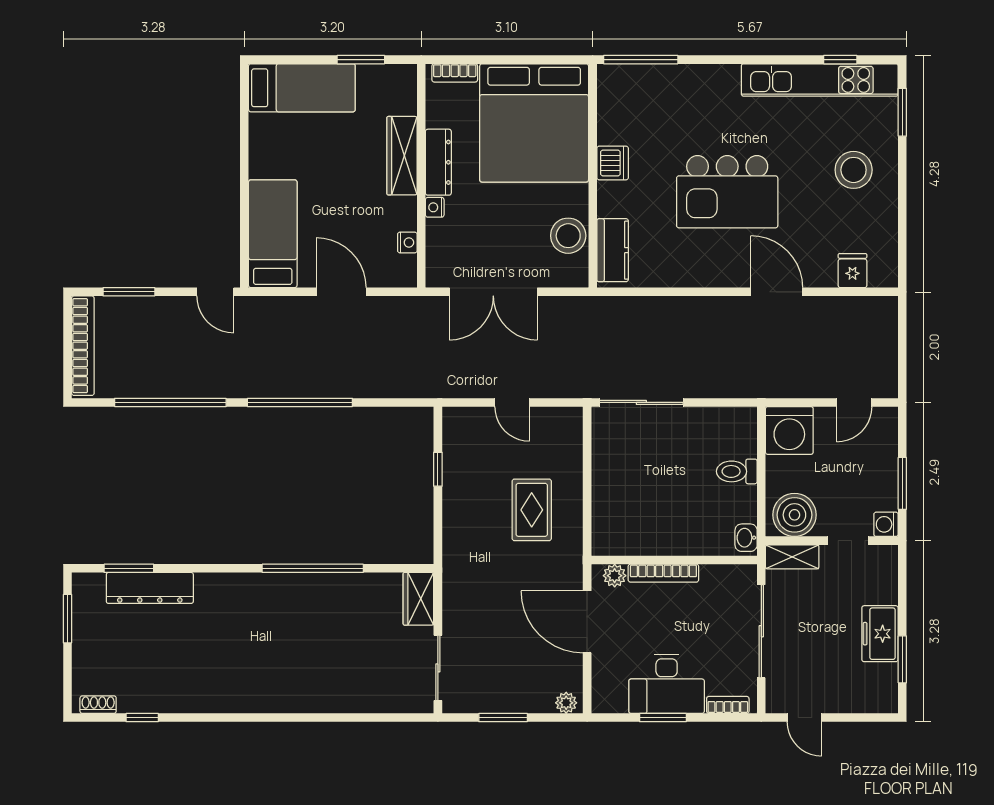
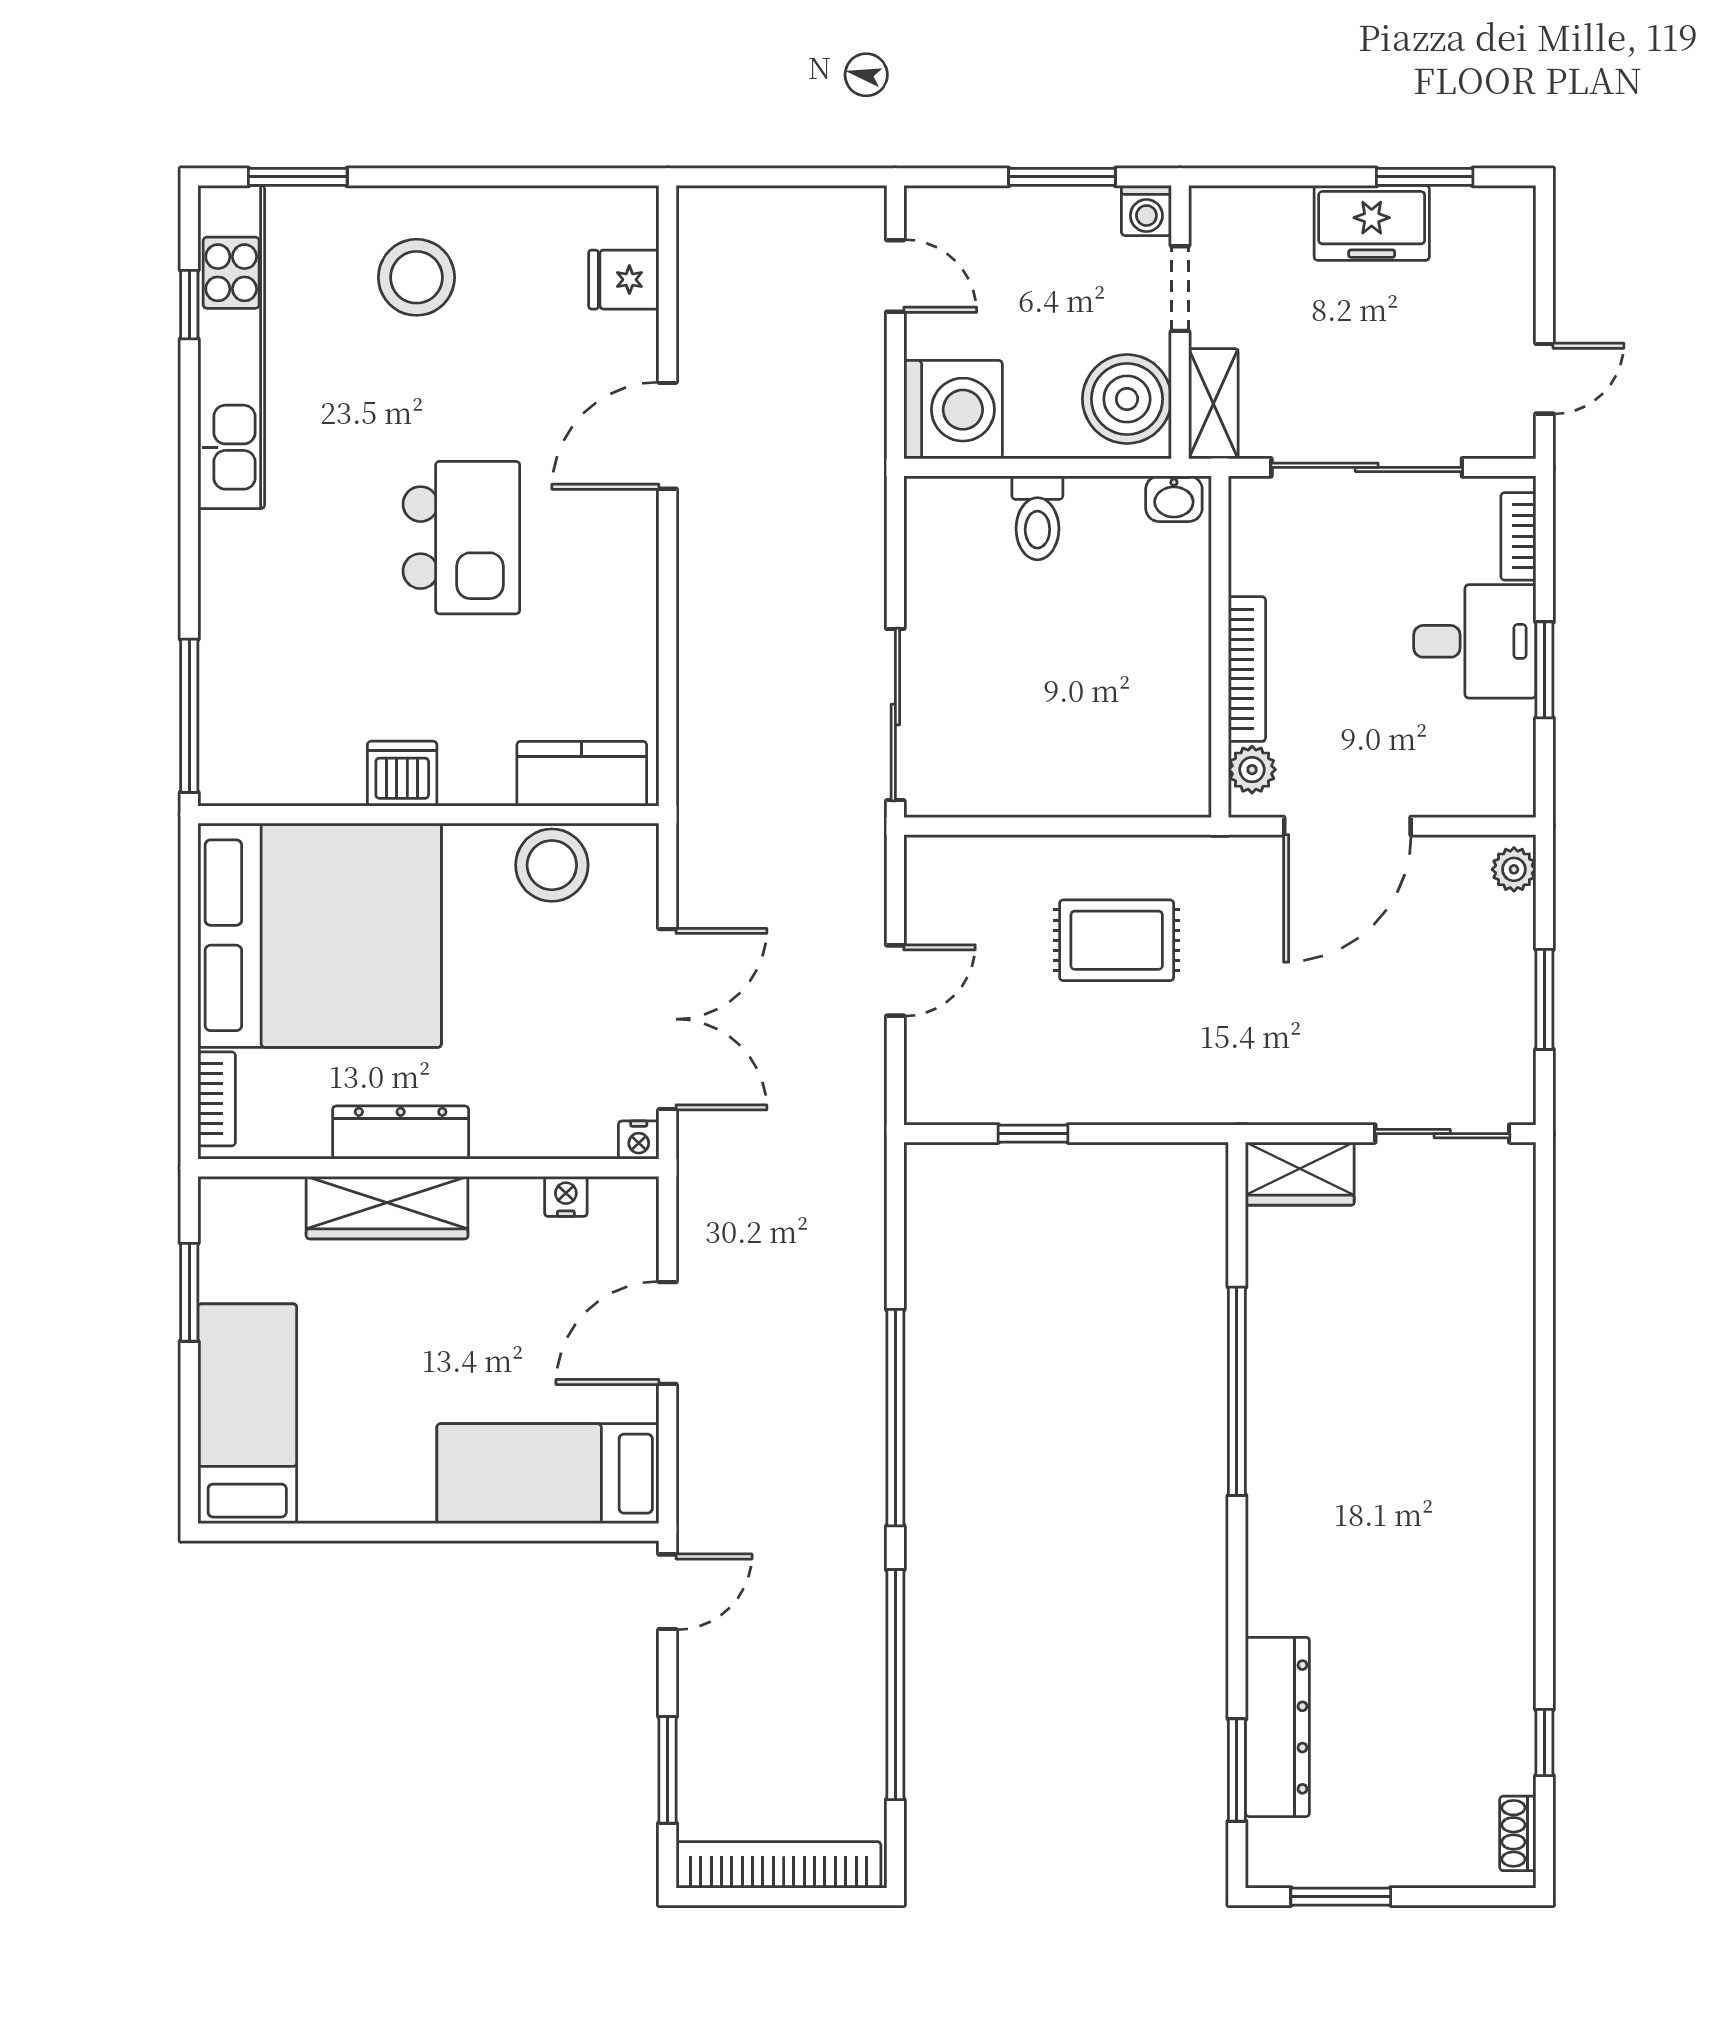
kitchen island: (727, 192) -> (461, 538), width x0.73, depth x0.78
nightstand: (435, 207) -> (639, 1140), moved
desk: (667, 684) -> (1475, 641), width x0.73

